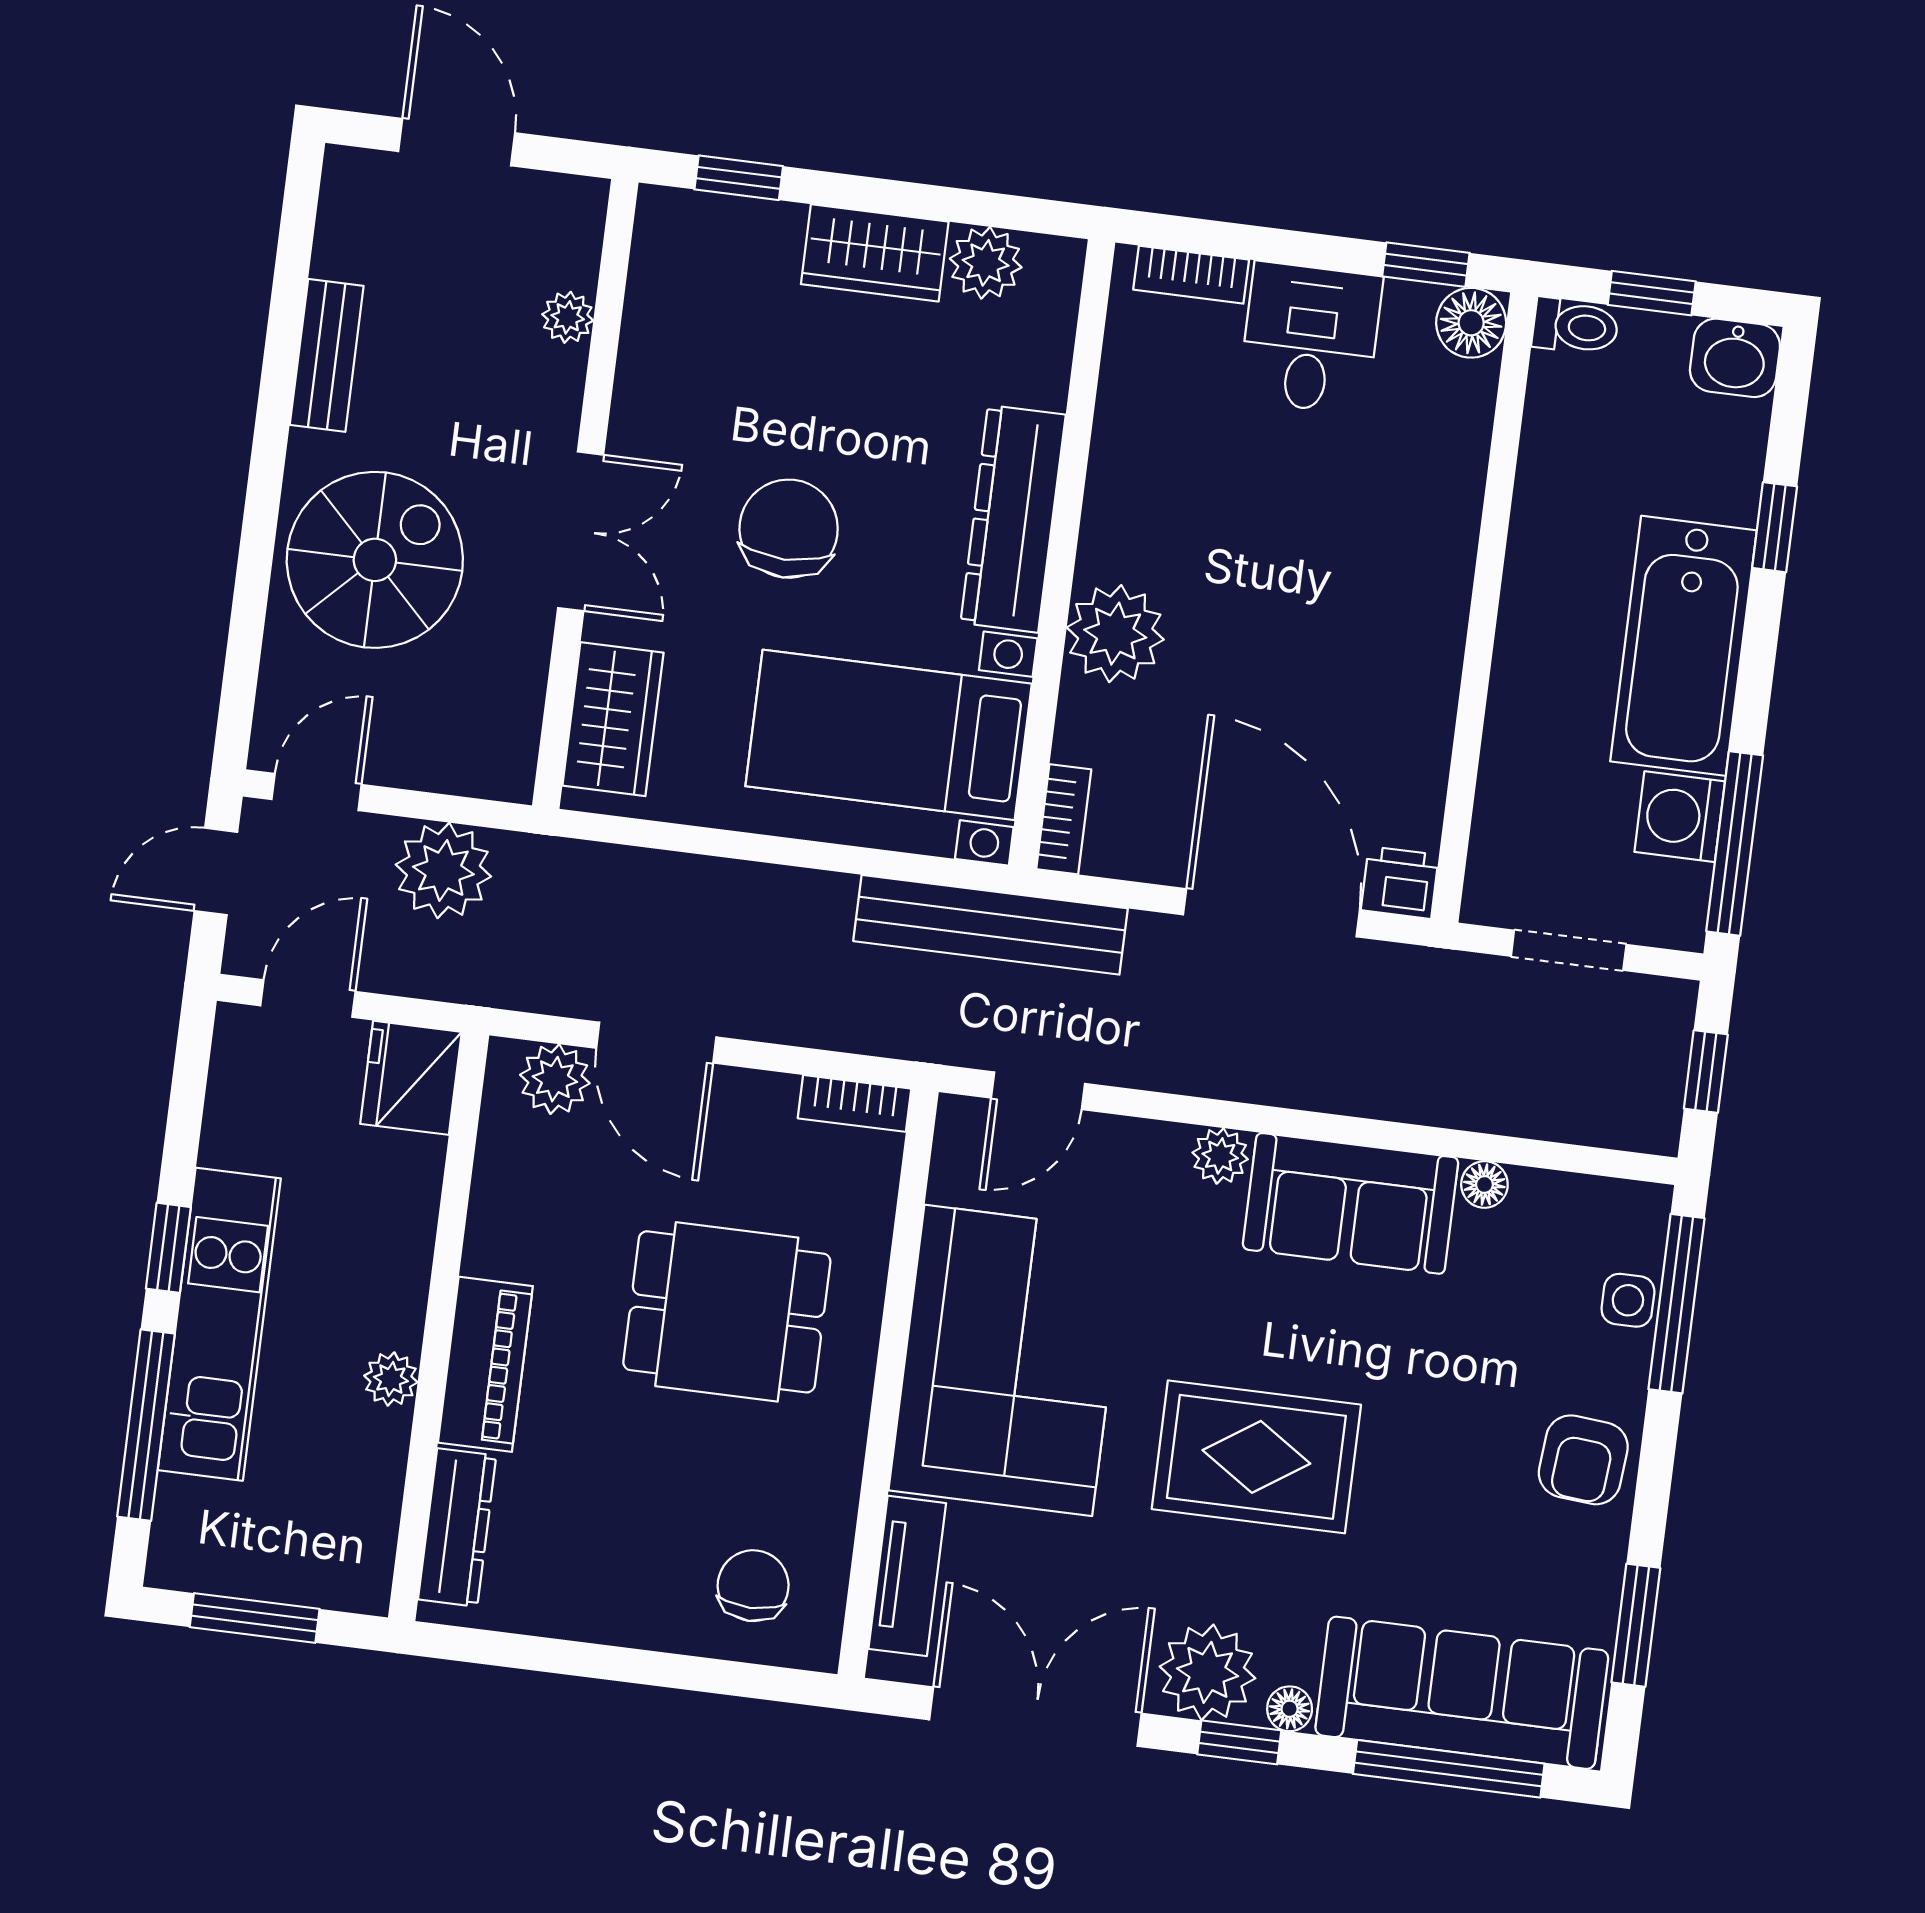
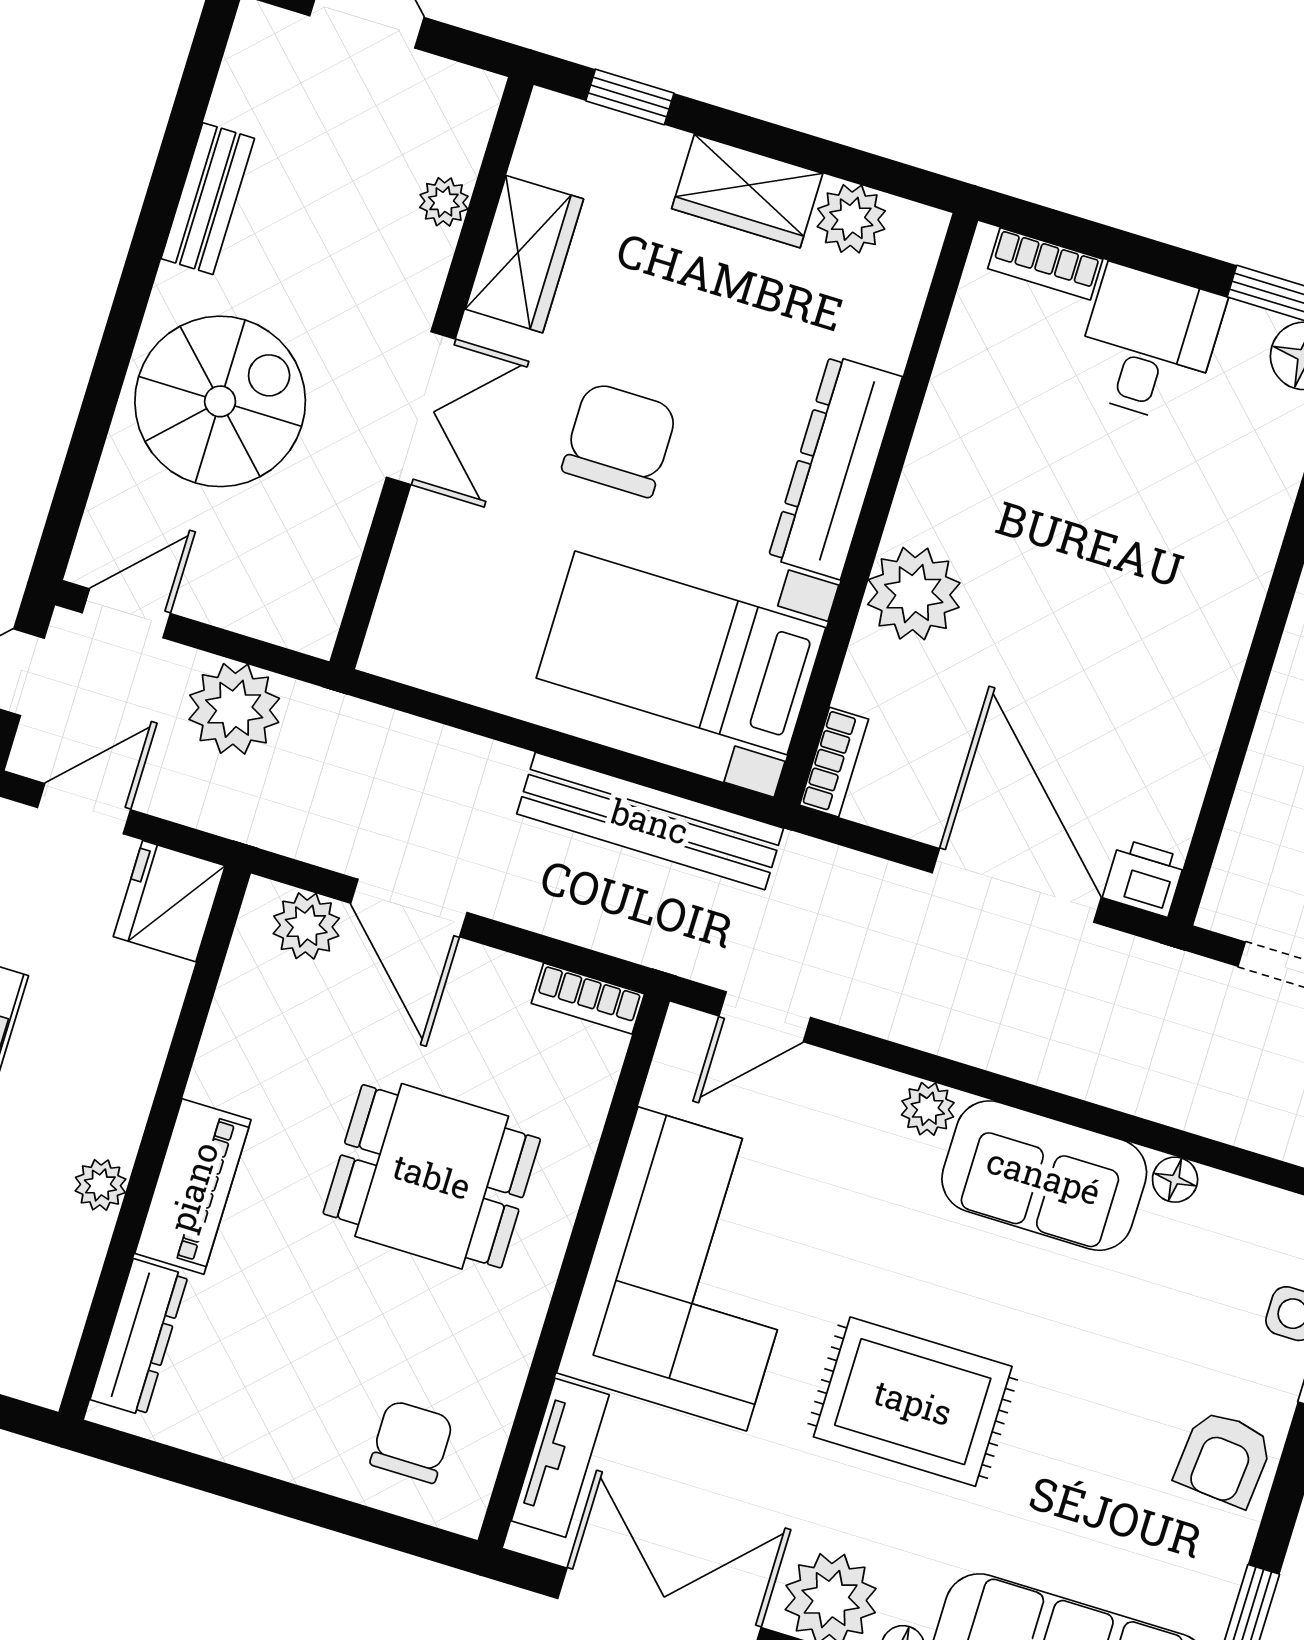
wardrobe: (613, 719) -> (524, 254), moved
bench: (990, 925) -> (650, 821), moved

